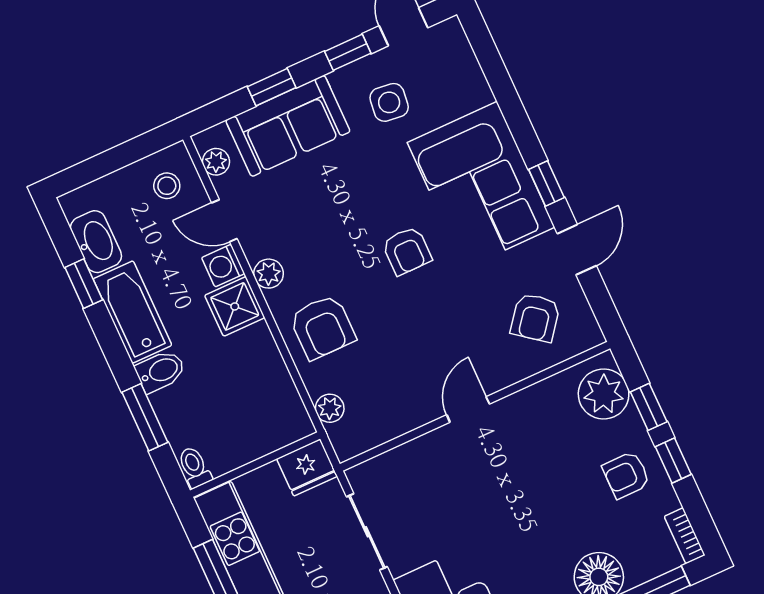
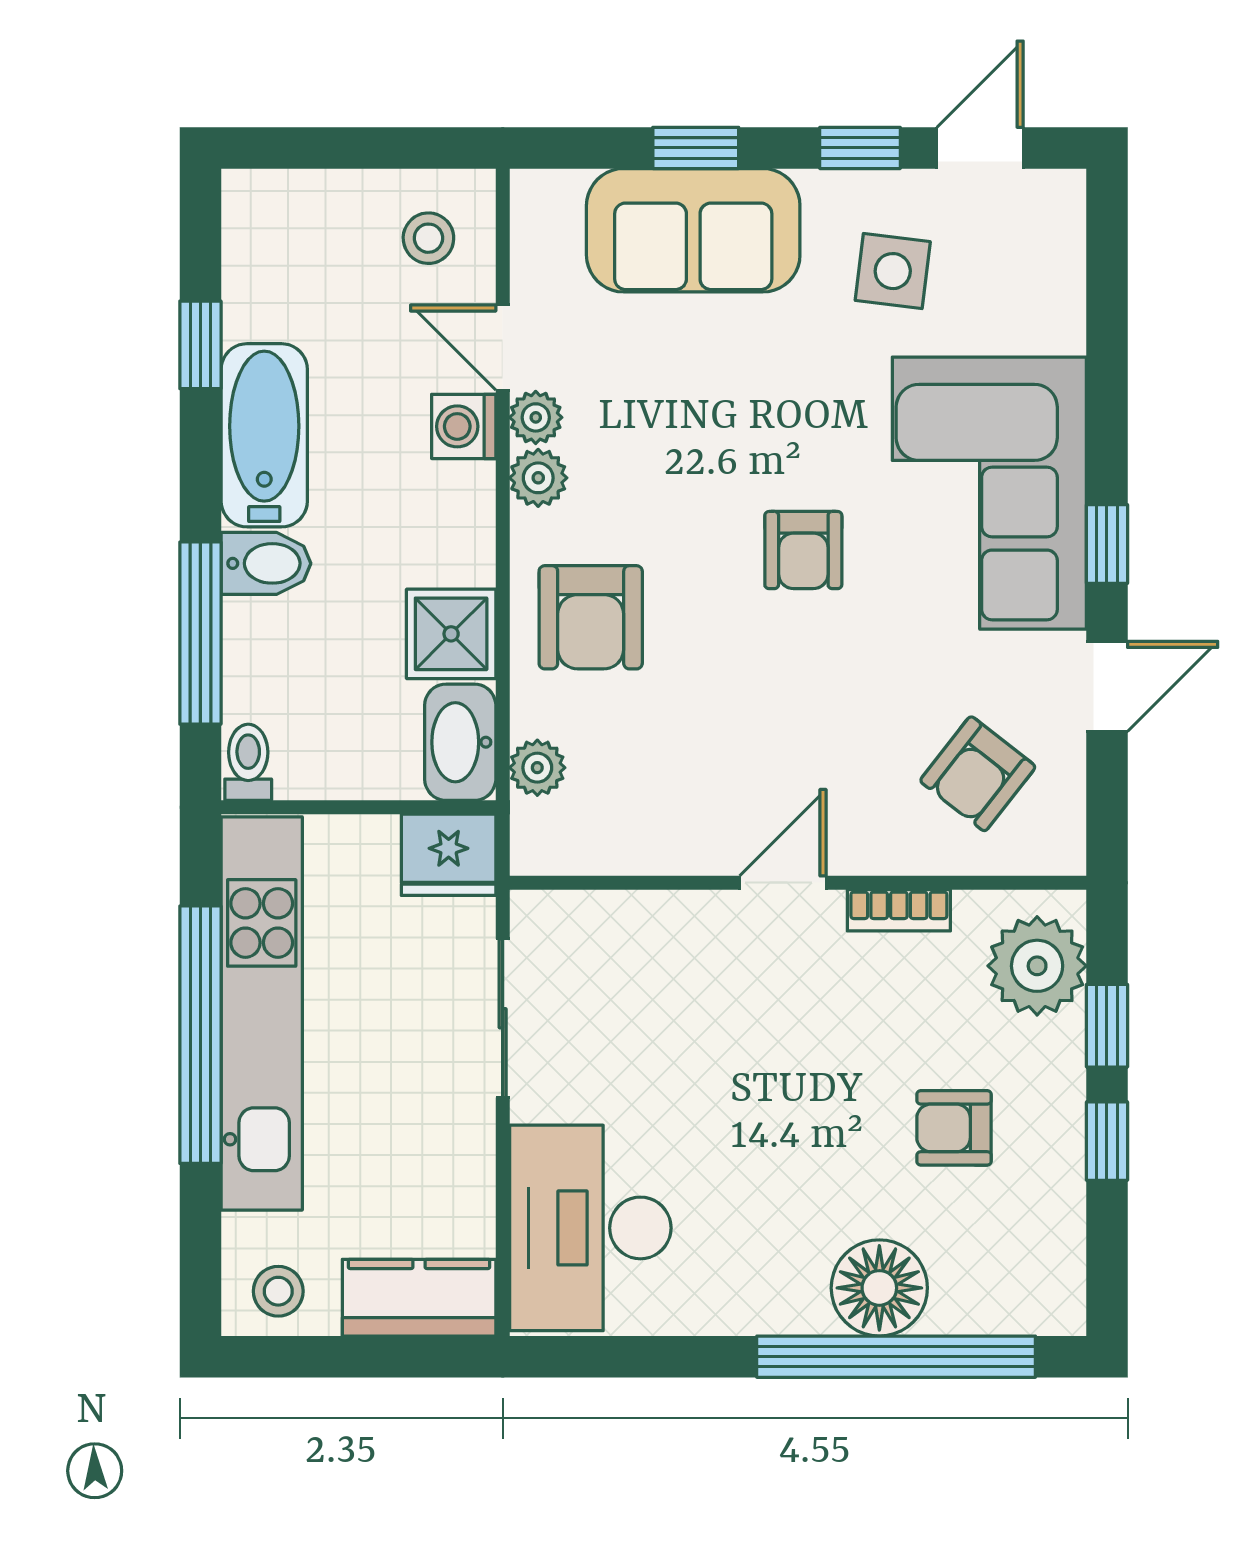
plant: (216, 162) -> (536, 417), moved
washbasin: (96, 242) -> (460, 742), moved, turned 180
shower: (235, 306) -> (451, 634), moved
window: (145, 417) -> (200, 633), width x1.44
armchair: (626, 475) -> (954, 1128), moved
bookcase: (685, 536) -> (899, 910), moved, turned -90

